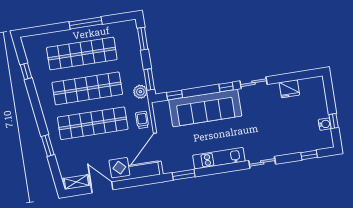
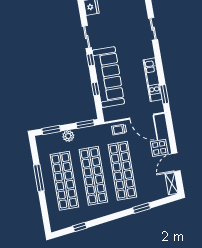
plant: (140, 92) -> (68, 136), moved
window: (175, 95) -> (96, 89), moved
kitchen unit: (219, 158) -> (153, 80), moved

